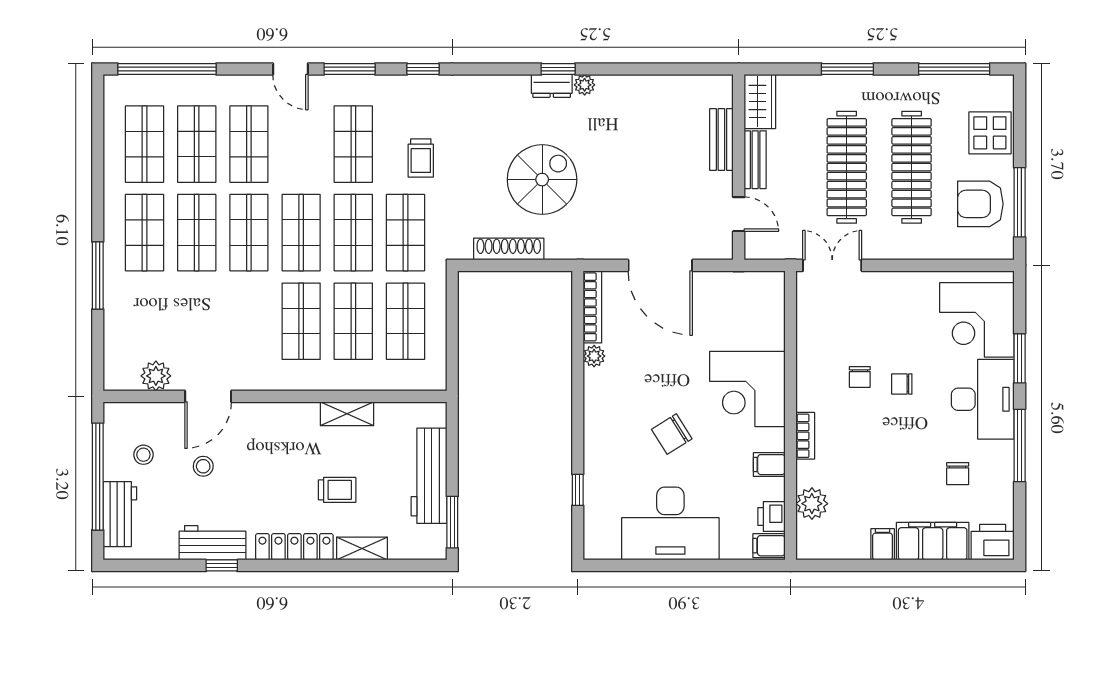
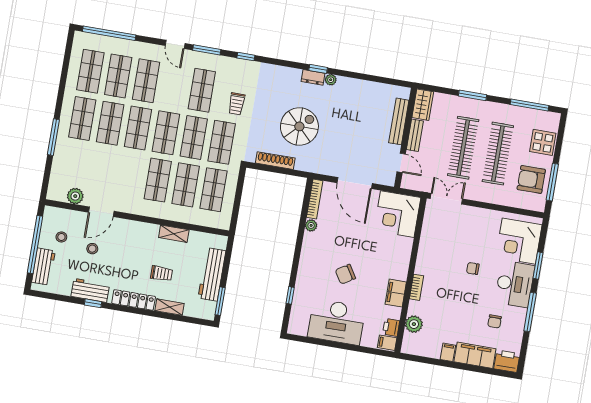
bench: (721, 140) -> (399, 121), width x1.36
chair: (860, 377) -> (451, 261), removed
corner desk: (747, 389) -> (397, 214), moved
filing cabinet: (769, 465) -> (396, 293), width x2.00

